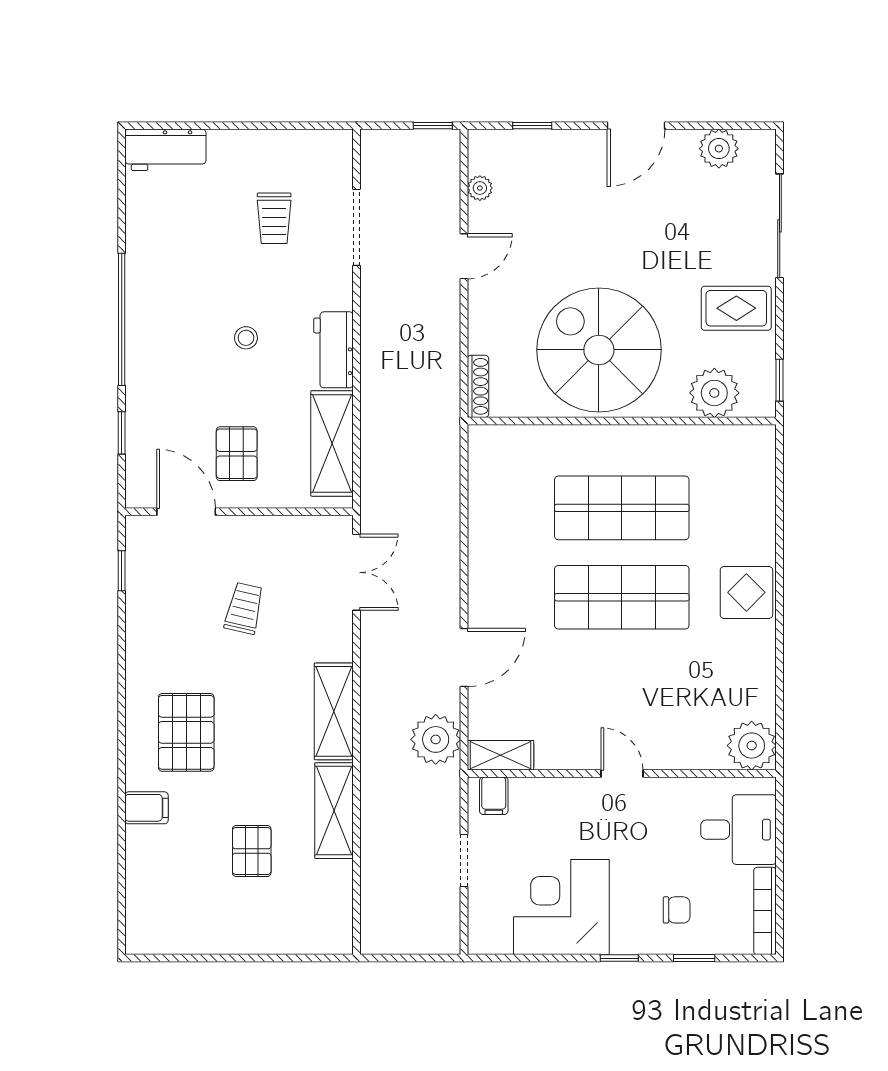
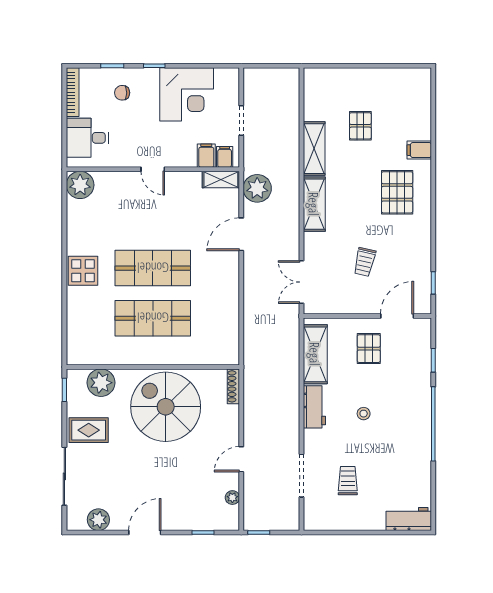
spiral stairs: (599, 350) -> (166, 407), turned 180
door: (186, 512) -> (397, 316), swing flipped
filing cabinet: (526, 798) -> (206, 156), added

